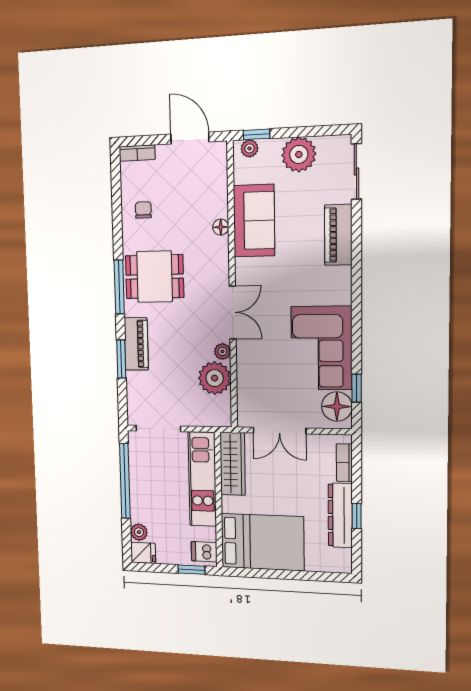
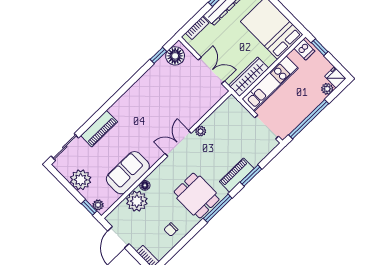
corner sofa: (322, 348) -> (156, 88), removed
plant: (215, 378) -> (137, 201), moved

